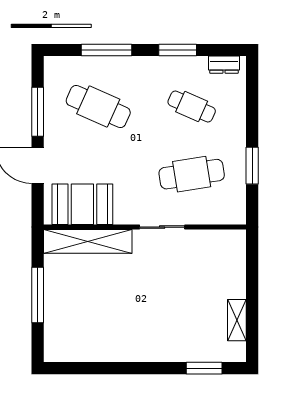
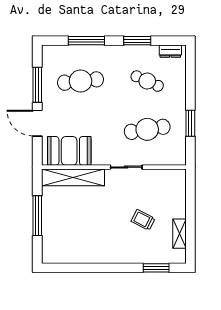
cafe table: (98, 107) -> (80, 81), turned -30
trolley: (186, 301) -> (143, 220), added

